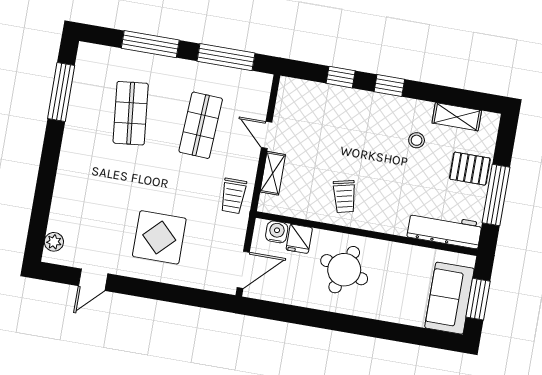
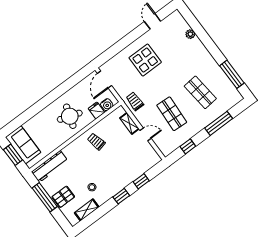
window: (226, 57) -> (188, 146), width x0.46
plant: (54, 242) -> (190, 34), moved

